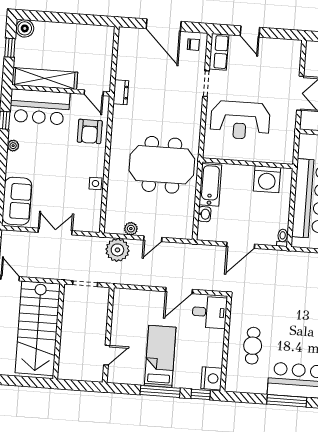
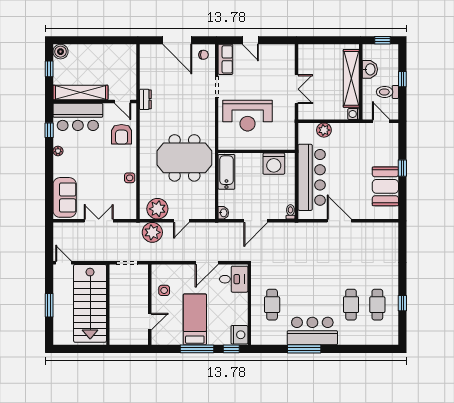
washbasin: (204, 214) -> (223, 213), moved
plant: (131, 229) -> (157, 209), width x1.88, depth x1.88
side table: (126, 319) -> (164, 290), added

